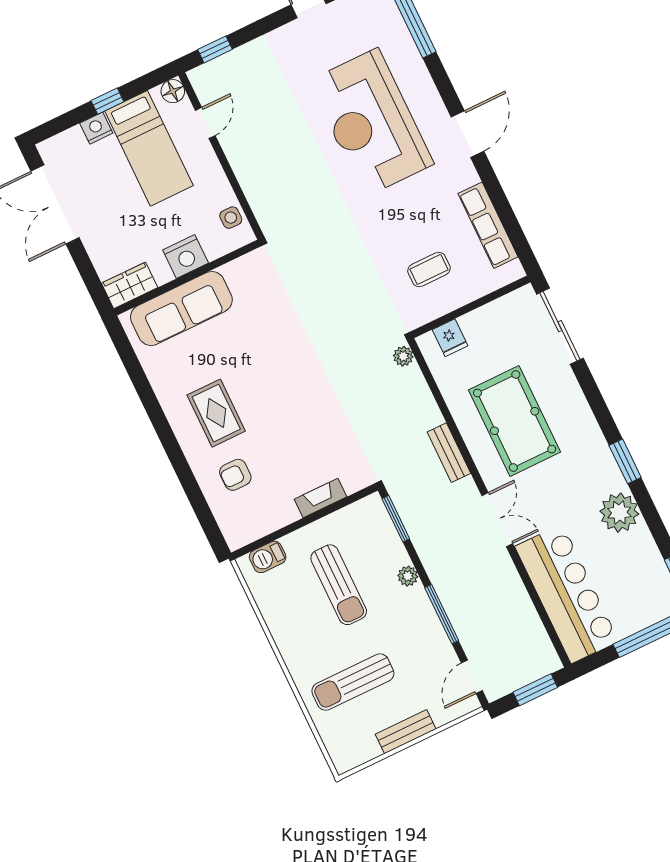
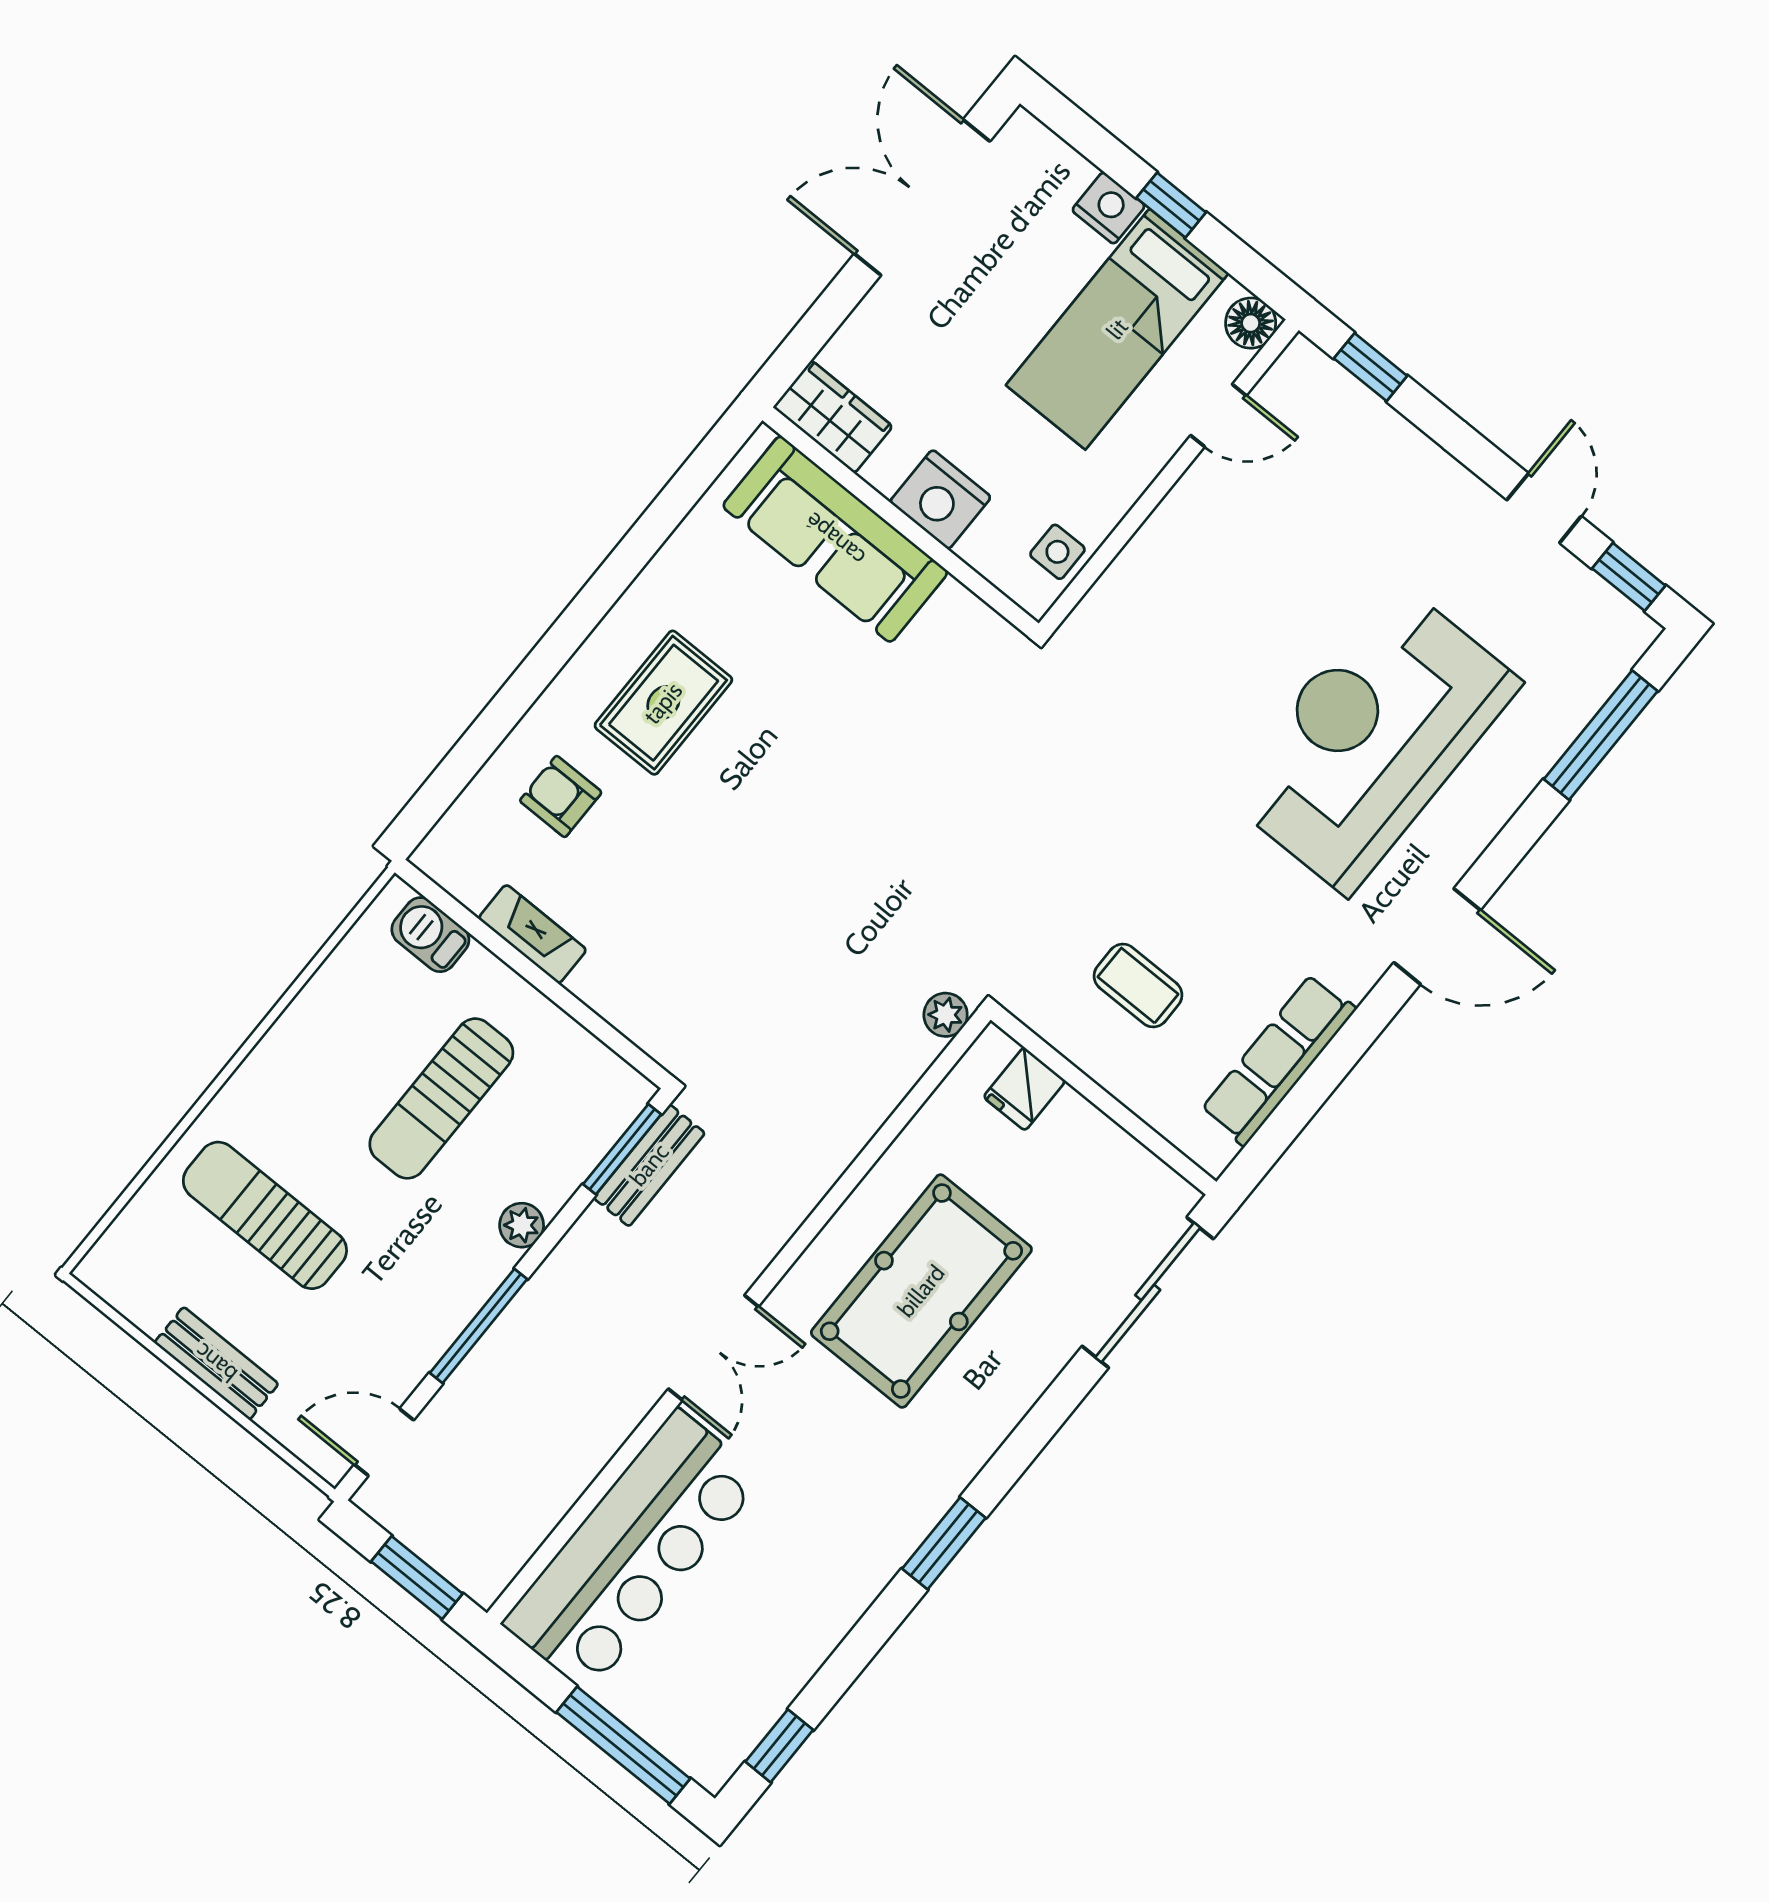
bench: (449, 453) -> (649, 1165), moved
fireplace: (321, 498) -> (532, 934), moved
plant: (619, 513) -> (839, 1579), removed

